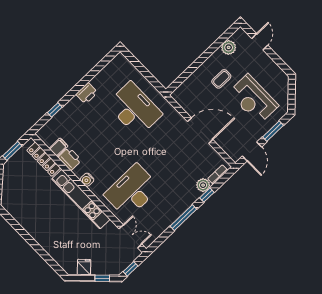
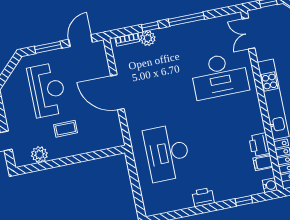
water cooler: (87, 180) -> (270, 185), moved

